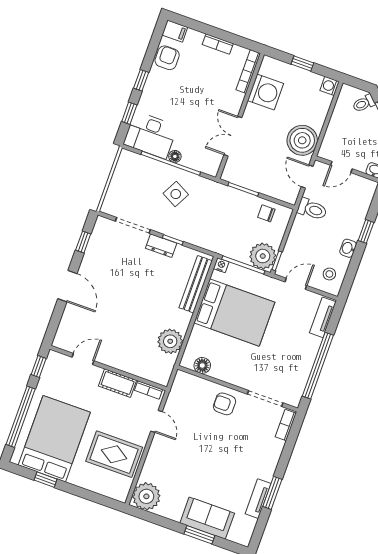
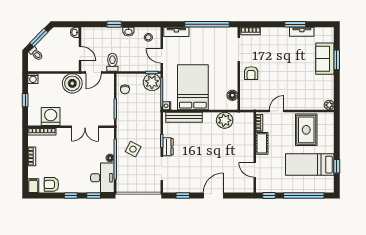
bed: (54, 439) -> (310, 165), width x0.67
plant: (146, 496) -> (329, 105), width x0.53, depth x0.53

